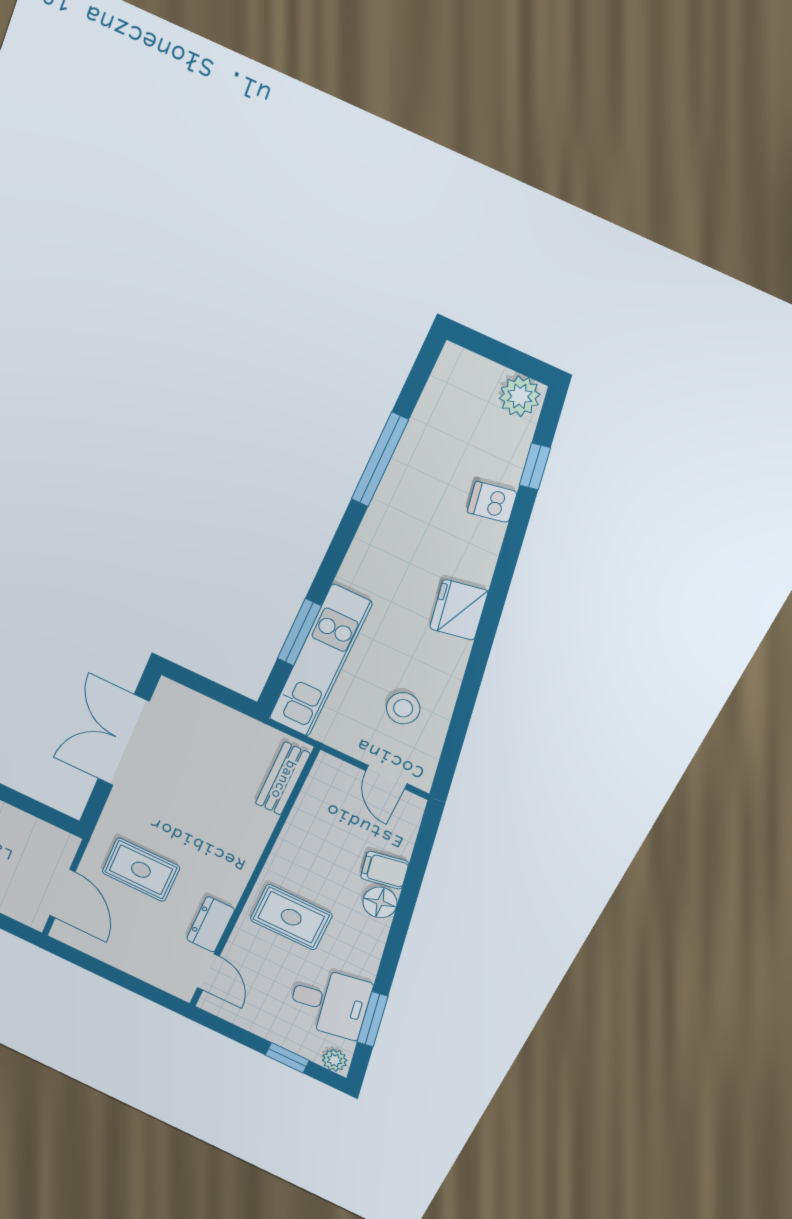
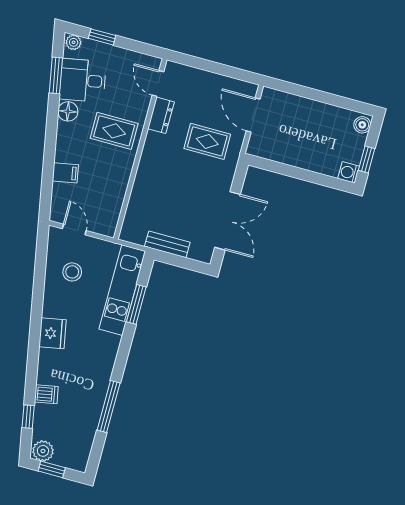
window: (510, 358) -> (52, 469), added
bench: (283, 779) -> (167, 244), moved, turned 90
floor lamp: (380, 902) -> (68, 111), moved

